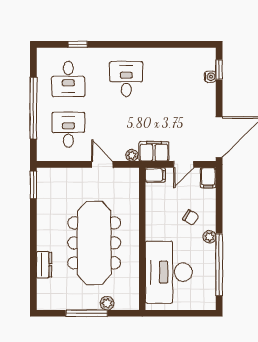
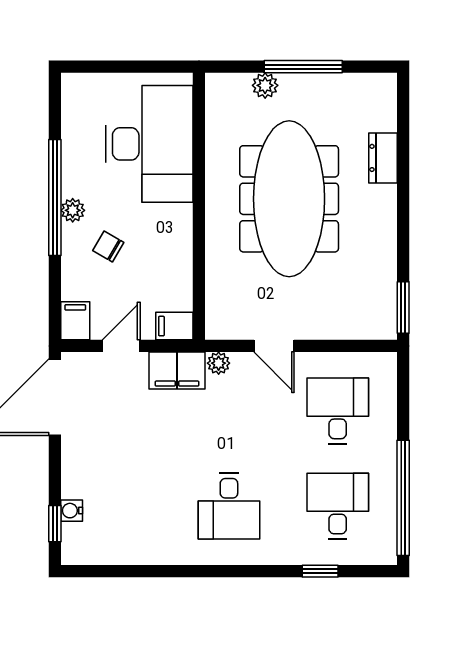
window: (33, 108) -> (403, 498), moved
desk: (68, 130) -> (338, 411), turned 180
window: (219, 265) -> (55, 198), moved

